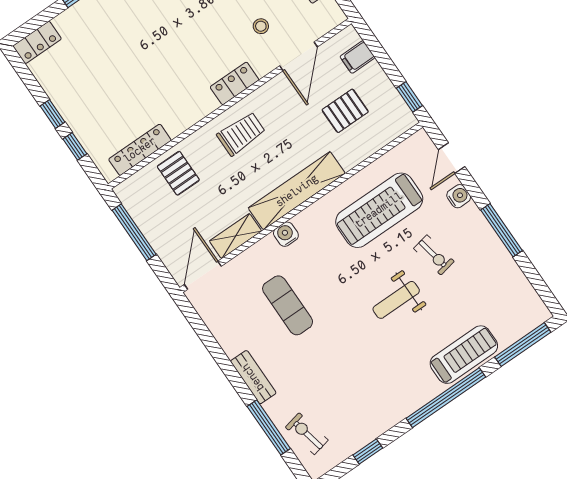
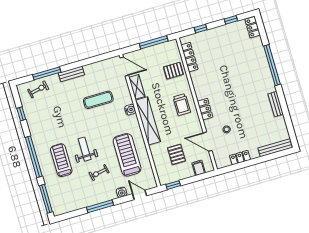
window: (53, 114) -> (231, 20), moved
treadmill: (464, 355) -> (61, 160), moved, turned 180

